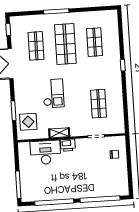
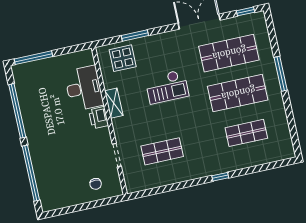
shop shelf: (36, 46) -> (229, 53), width x1.43, depth x1.36

